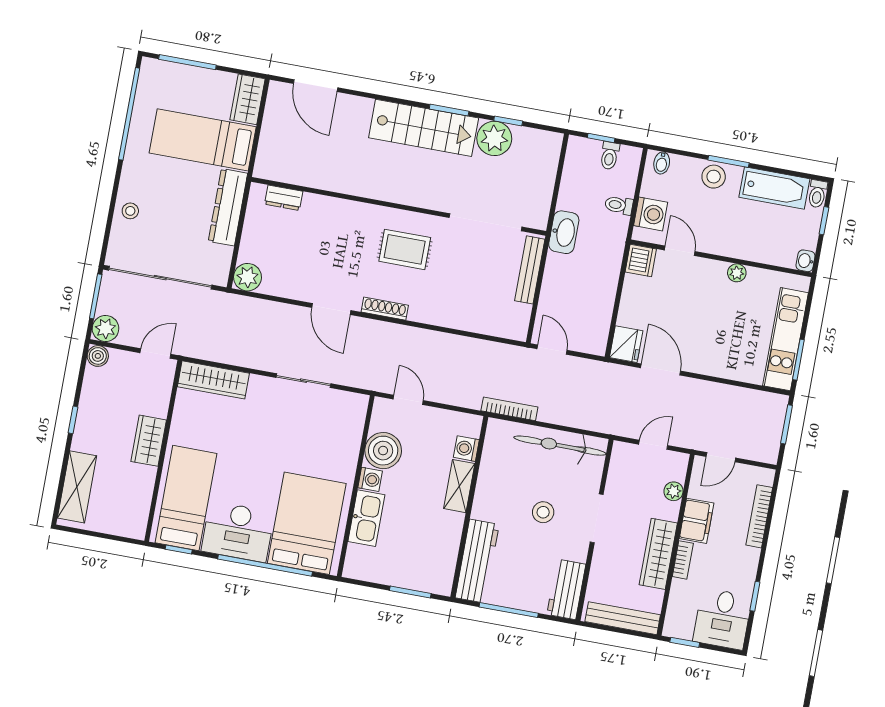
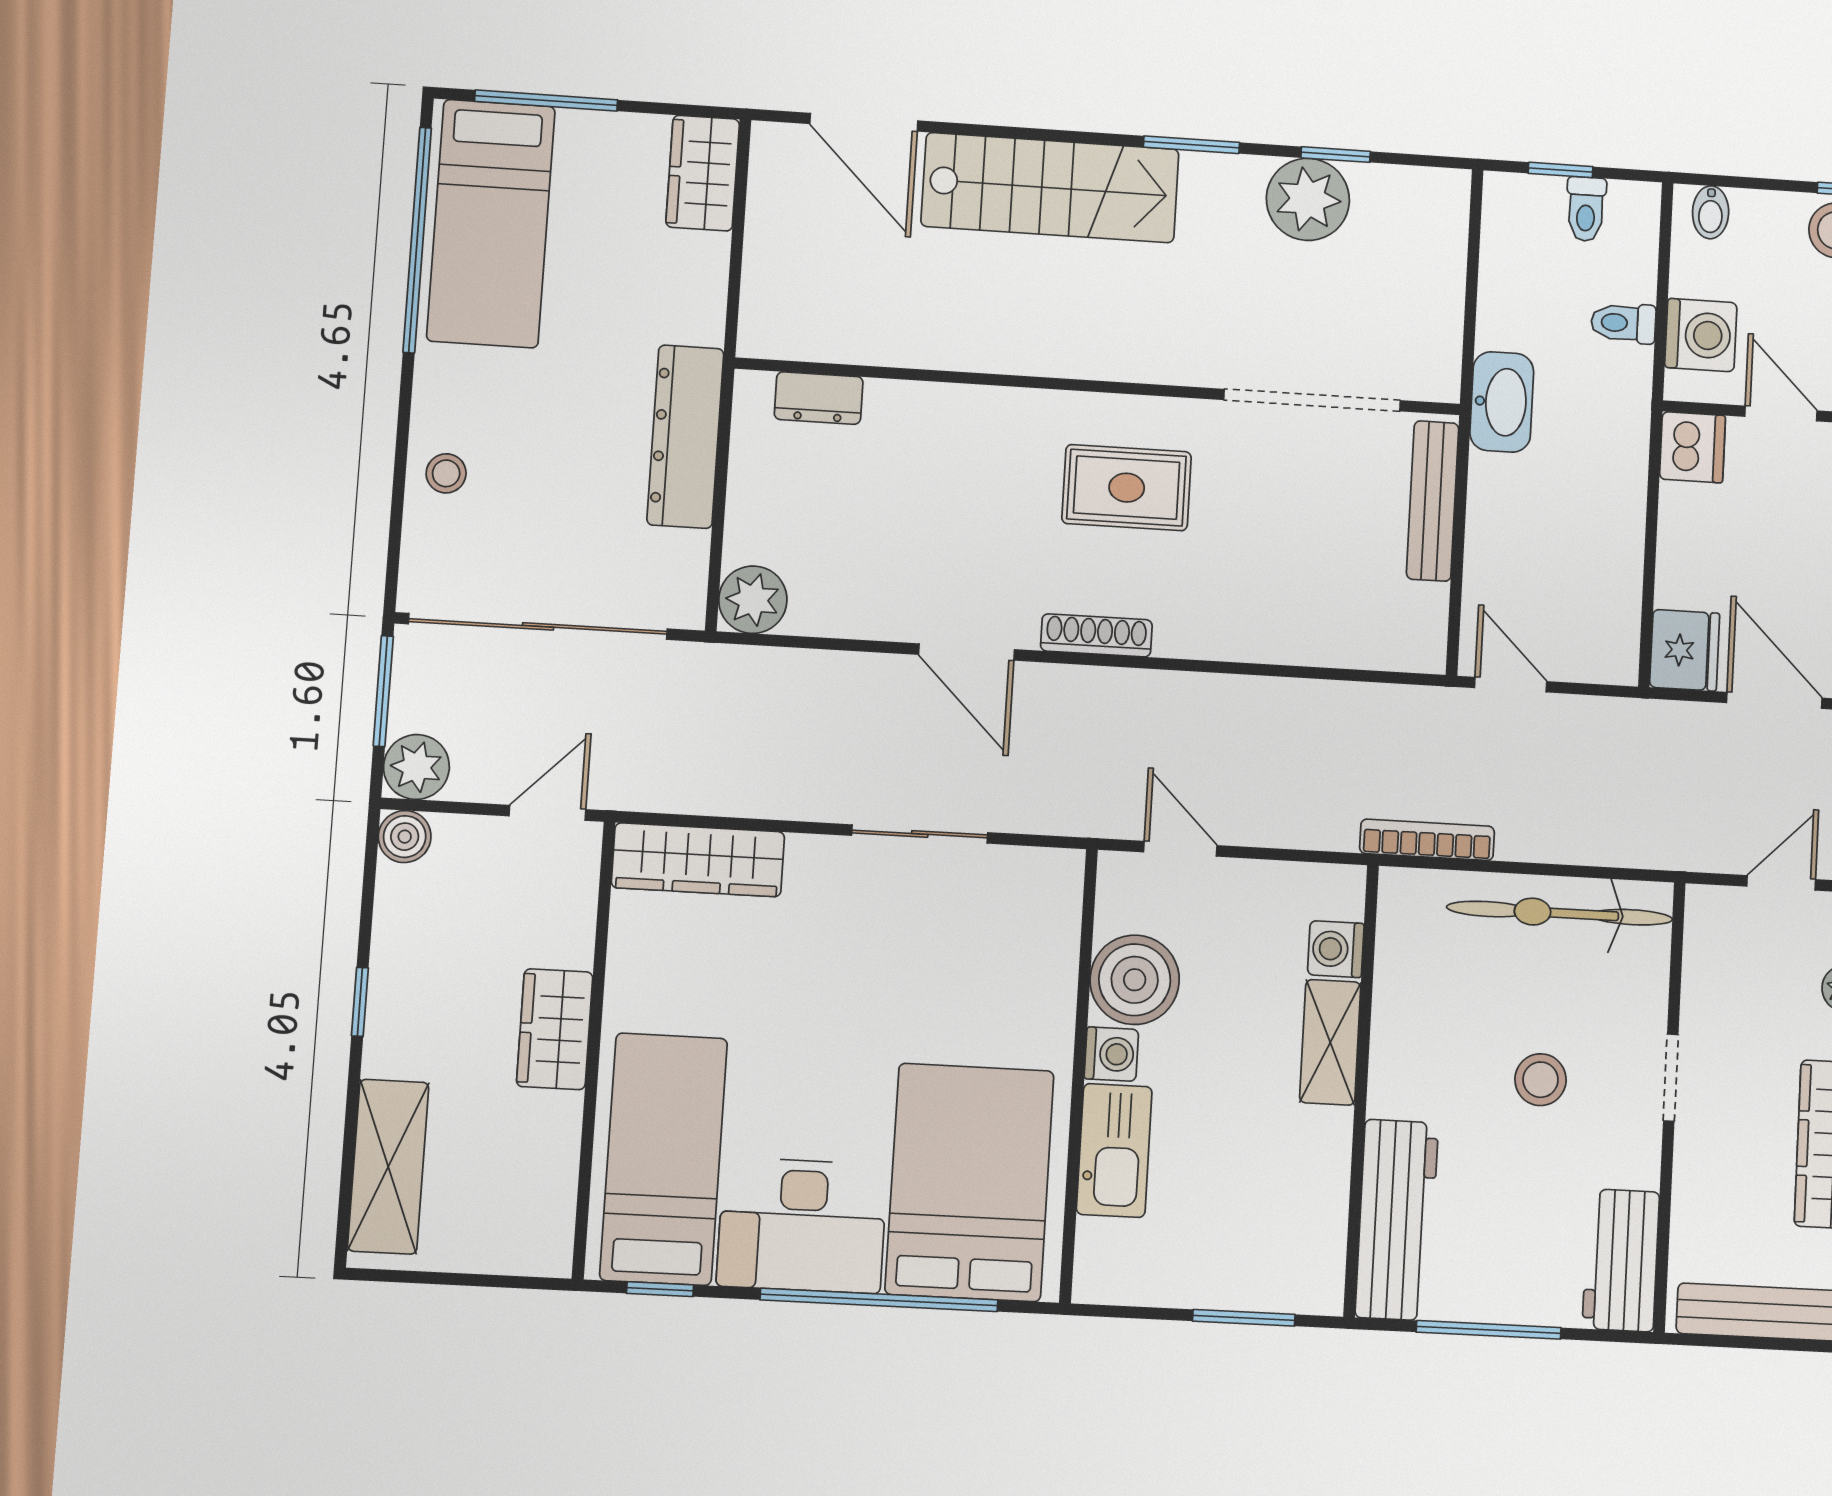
stairs: (424, 128) -> (1050, 188), moved
bed: (203, 140) -> (491, 223), moved, turned -90
doorway: (597, 518) -> (1671, 1078), width x0.73

